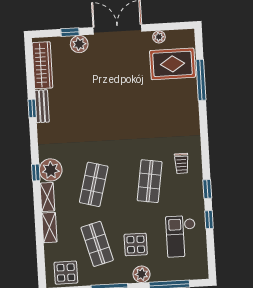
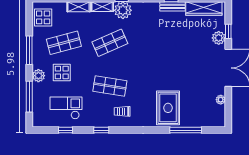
rug: (173, 64) -> (168, 108), moved
shop shelf: (94, 184) -> (110, 43), turned -39
window: (209, 220) -> (65, 130), moved

